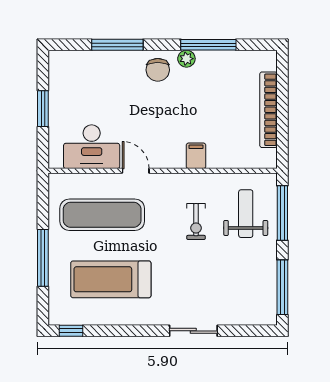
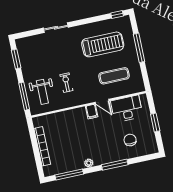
window: (117, 45) -> (115, 165), moved
window: (208, 45) -> (69, 175), moved
chair: (158, 70) -> (130, 140), moved
filing cabinet: (196, 156) -> (92, 112), moved
exercise mat: (102, 215) -> (114, 76), width x0.73, depth x0.69
window: (282, 287) -> (16, 59), width x0.69

